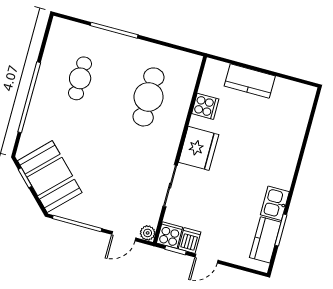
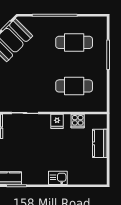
cafe table: (80, 78) -> (74, 42), width x1.37, depth x1.35
fridge: (199, 148) -> (57, 121), width x0.53, depth x0.75
kitchen sink: (275, 203) -> (58, 178), moved

